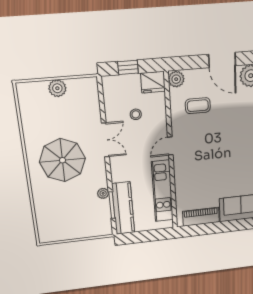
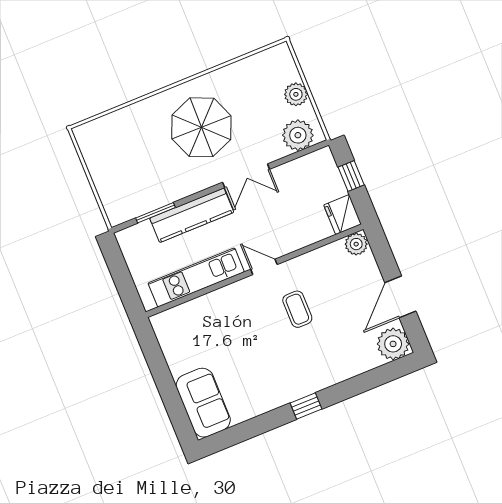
coffee table: (198, 106) -> (297, 309), moved
stool: (136, 114) -> (293, 206), removed
plant: (103, 193) -> (298, 135), moved, width x1.87, depth x1.87
kitchen counter: (123, 208) -> (192, 215), moved
piano: (201, 217) -> (173, 347), removed

